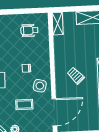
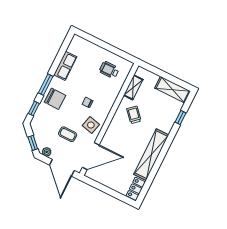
shelving: (58, 24) -> (133, 87), moved
trolley: (76, 76) -> (134, 115), moved

